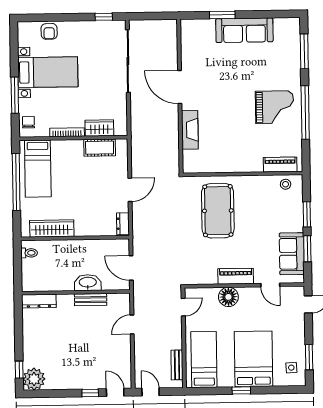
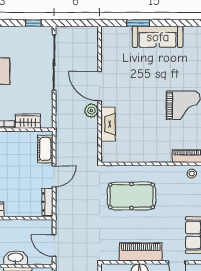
plant: (171, 115) -> (91, 111), added
cot: (100, 148) -> (45, 149), moved, turned 90
pool table: (218, 211) -> (132, 196), turned 90
dresser: (123, 224) -> (47, 202), width x1.44
piano: (236, 276) -> (141, 252), width x1.37, depth x1.33

